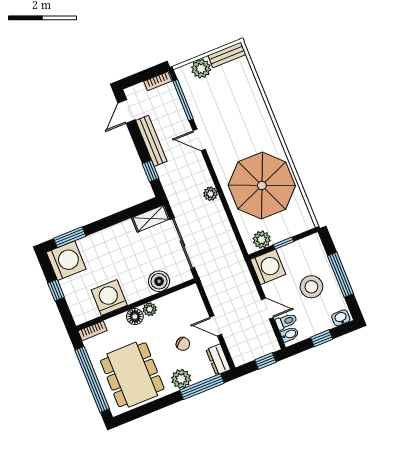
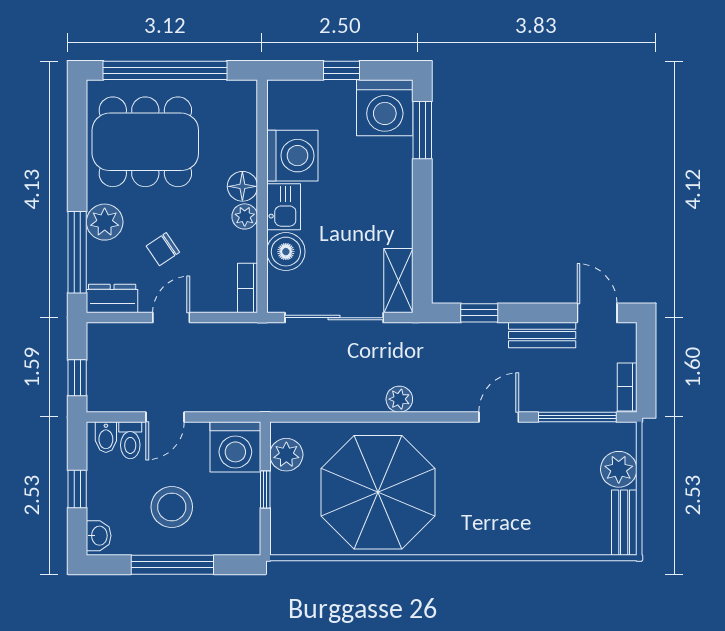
bench: (151, 141) -> (542, 335), width x0.73
kitchen sink: (137, 292) -> (284, 207), added
bookcase: (93, 331) -> (248, 288), moved

